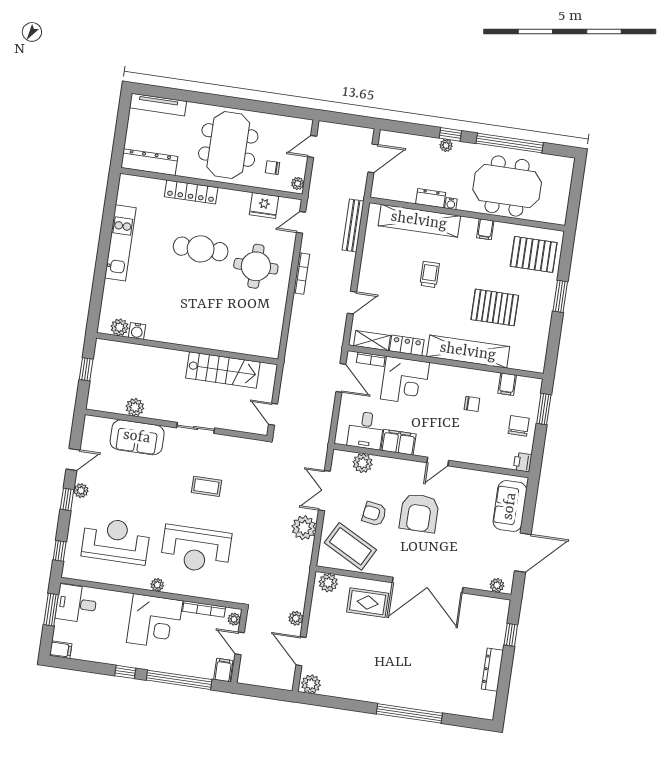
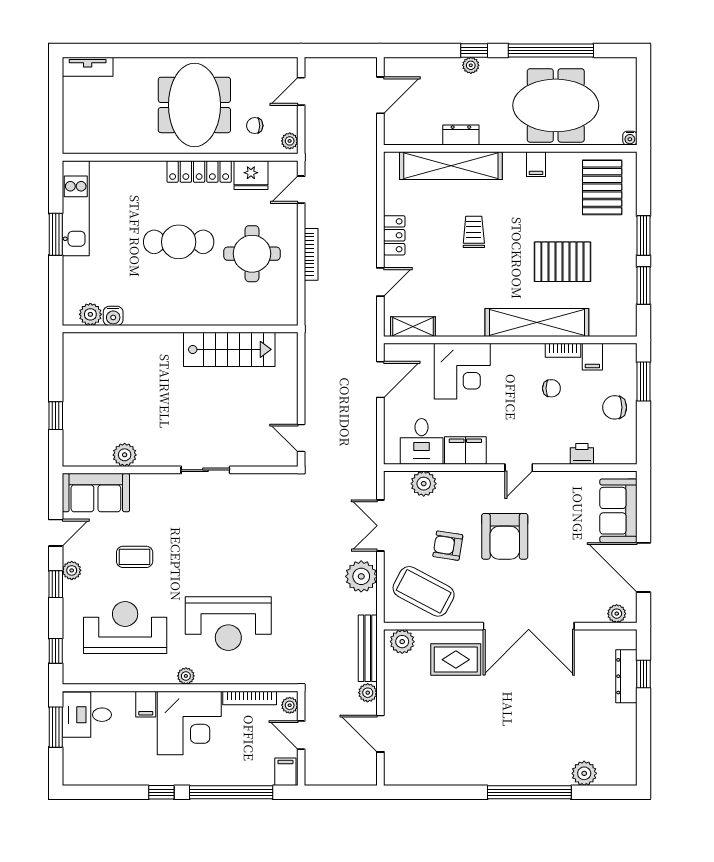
tv unit: (158, 105) -> (88, 67), width x0.71
dresser: (149, 162) -> (97, 141), removed
locker: (191, 192) -> (199, 171), moved
water cooler: (451, 204) -> (630, 138), moved
bench: (353, 225) -> (368, 648), moved
window: (107, 229) -> (56, 234), added
kitchen unit: (120, 243) -> (76, 208), moved
pallet: (534, 254) -> (602, 187), turned 90
plant: (120, 327) -> (90, 314), moved
water cooler: (137, 331) -> (113, 316), moved
window: (555, 335) -> (643, 286), added
locker: (407, 345) -> (394, 235), moved, turned 90
wall: (187, 349) -> (180, 329), moved
bookcase: (371, 359) -> (563, 350), moved
stairs: (223, 370) -> (229, 349), moved
door: (341, 378) -> (380, 380), hinge flipped
chair: (519, 426) -> (615, 407), turned -90
sofa: (137, 437) -> (96, 493), moved
printer: (523, 462) -> (582, 454), moved, turned 90
coffee table: (206, 486) -> (135, 557), moved
door: (523, 553) -> (643, 567), swing flipped
filing cabinet: (61, 650) -> (146, 704), moved, turned 90
dresser: (492, 670) -> (626, 676), moved
plant: (311, 684) -> (584, 773), moved

